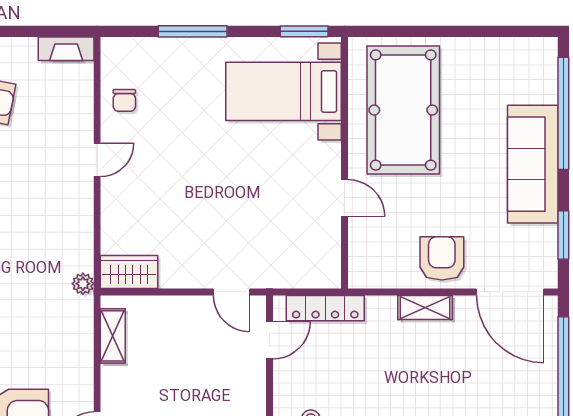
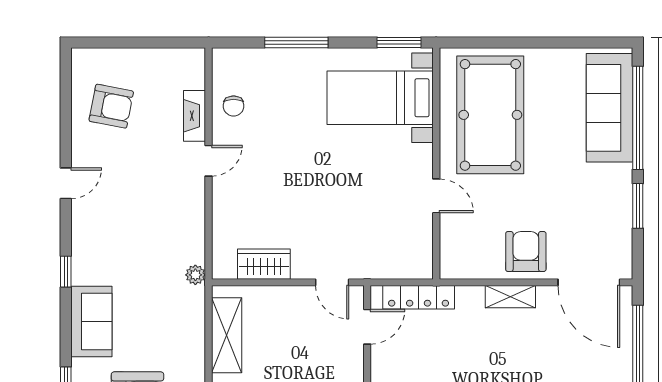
fireplace: (66, 49) -> (195, 116), moved, turned 90
sofa: (533, 164) -> (610, 108), moved
window: (563, 235) -> (638, 206), moved
wardrobe: (129, 272) -> (264, 264), moved
shelving: (113, 336) -> (227, 335), width x1.50, depth x1.33

